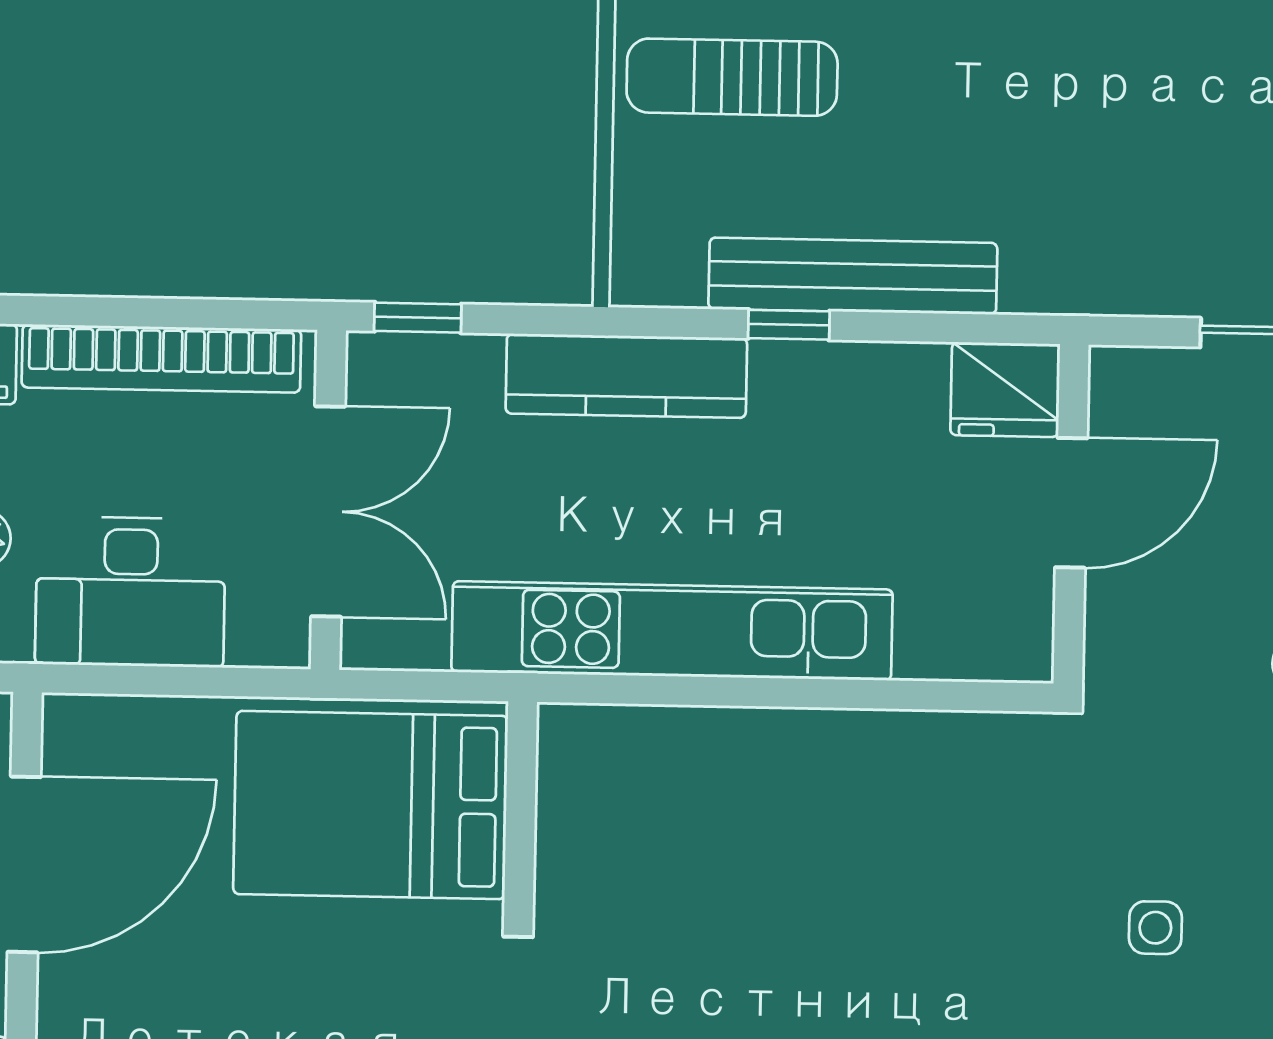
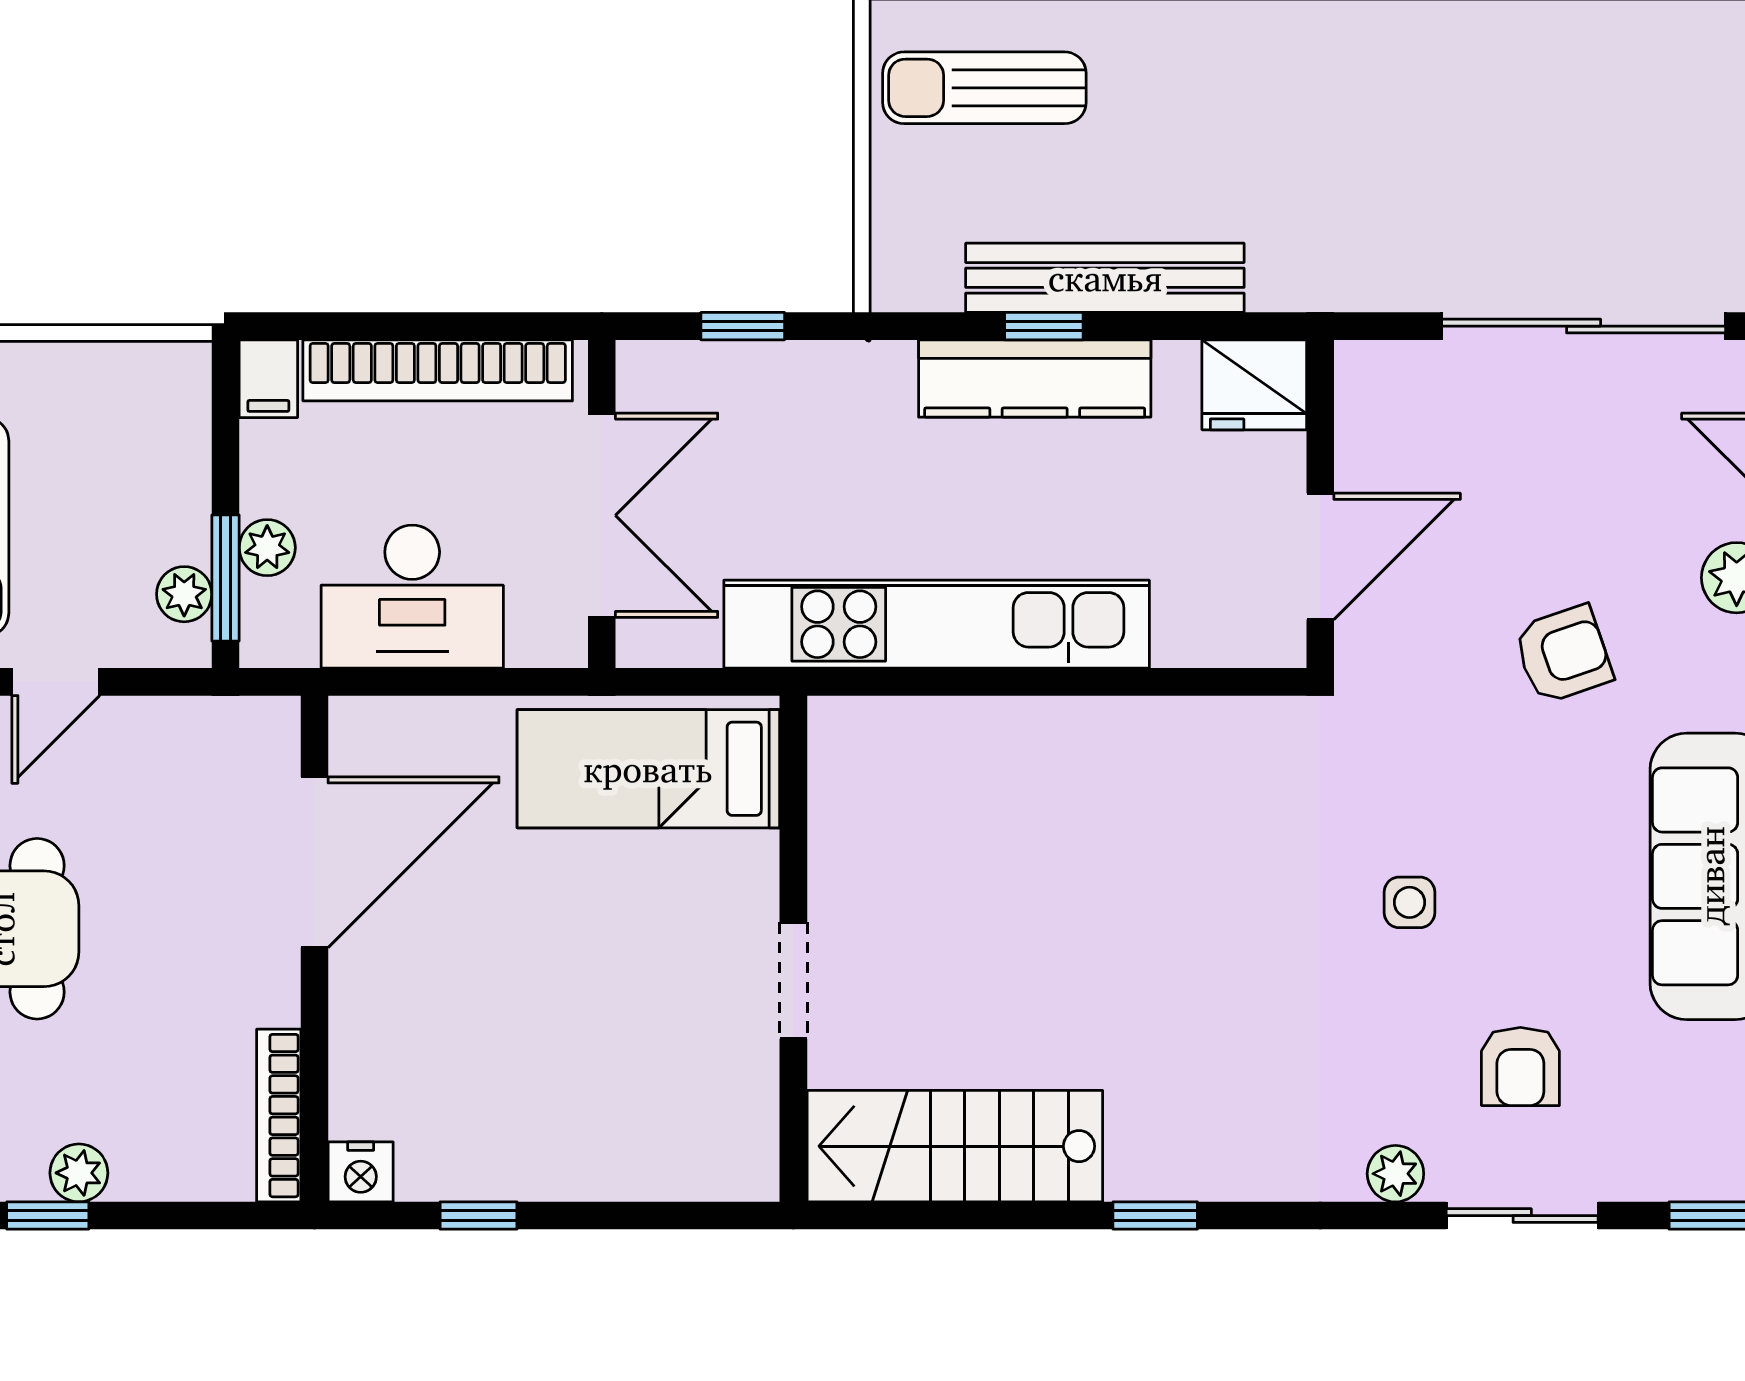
window: (418, 318) -> (743, 326), moved
kitchen counter: (626, 376) -> (1035, 378), moved
door: (1071, 503) -> (1320, 556), moved
bed: (371, 805) -> (648, 769), width x0.67

